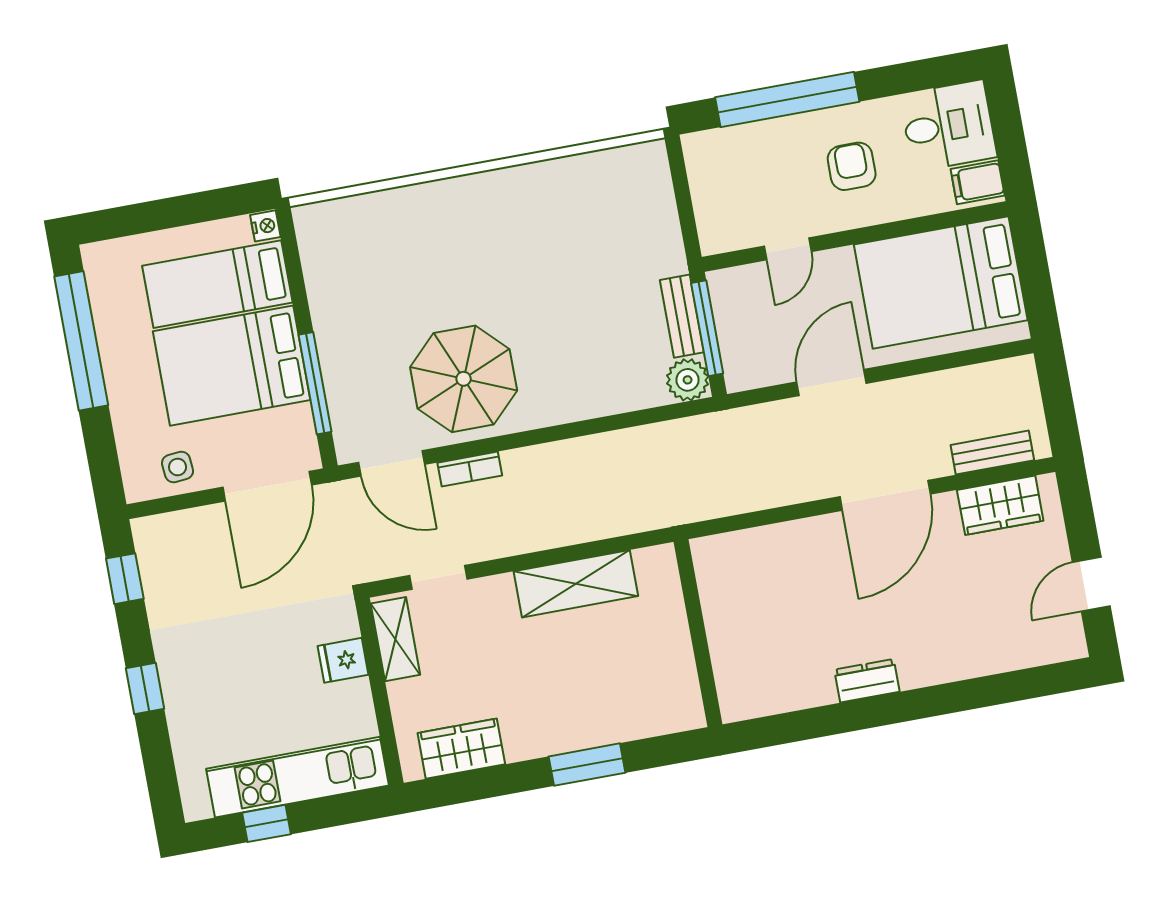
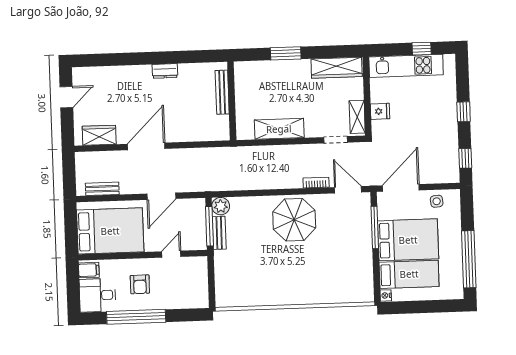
window: (787, 100) -> (136, 317), moved
parasol: (464, 379) -> (294, 220), moved
bench: (992, 453) -> (102, 189), moved
bench: (724, 650) -> (222, 92), added
wardrobe: (461, 749) -> (337, 68), width x1.50

